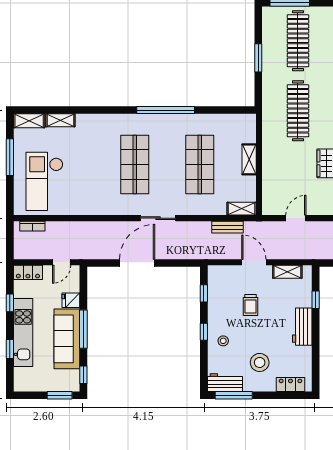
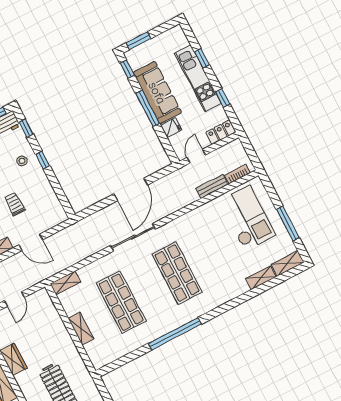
sliding door: (158, 218) -> (133, 237), width x1.37
bench: (227, 227) -> (212, 187), moved
window: (204, 293) -> (26, 128), moved

